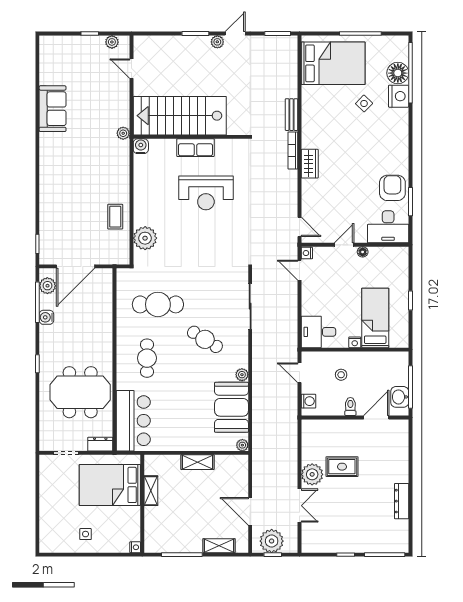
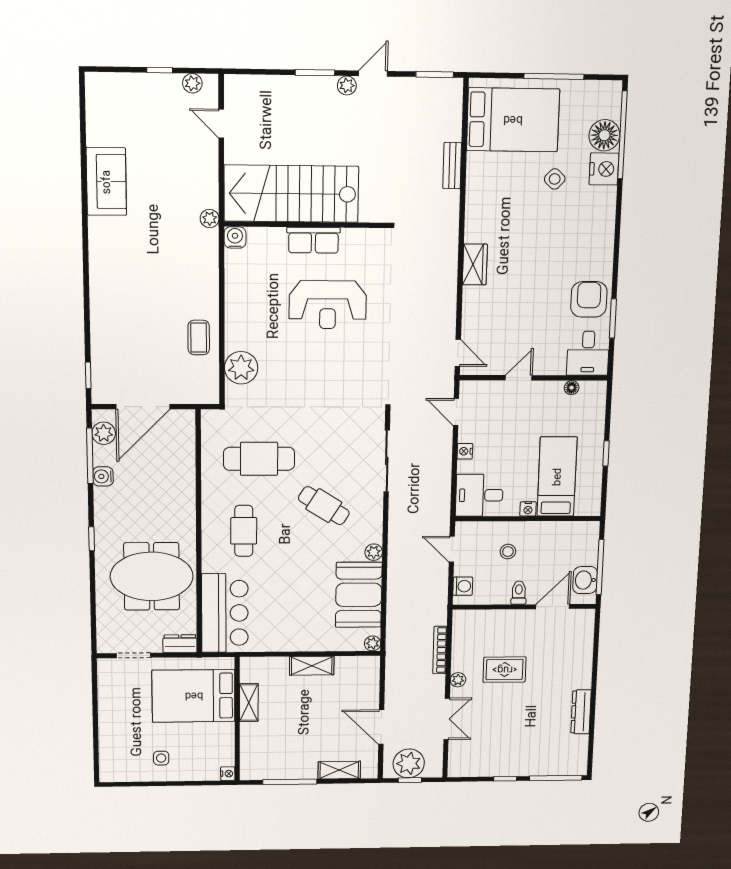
bench: (292, 115) -> (452, 166), moved
bookcase: (293, 150) -> (440, 650), moved
desk: (388, 227) -> (588, 353), width x0.73
floor lamp: (363, 252) -> (572, 388), moved
nightstand: (307, 253) -> (465, 451), moved
plant: (312, 474) -> (458, 680), width x0.53, depth x0.53

